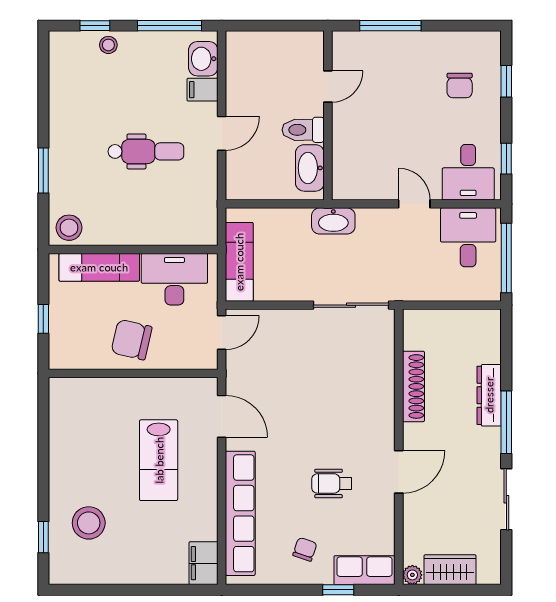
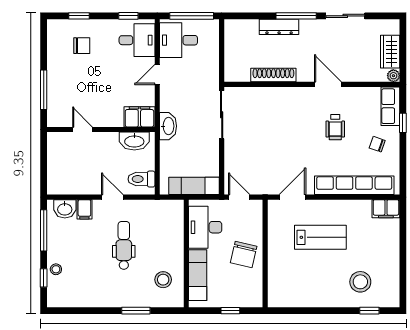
toilet: (303, 130) -> (141, 179), moved, turned 90
filing cabinet: (348, 176) -> (139, 117), added
stool: (69, 228) -> (163, 280), moved

